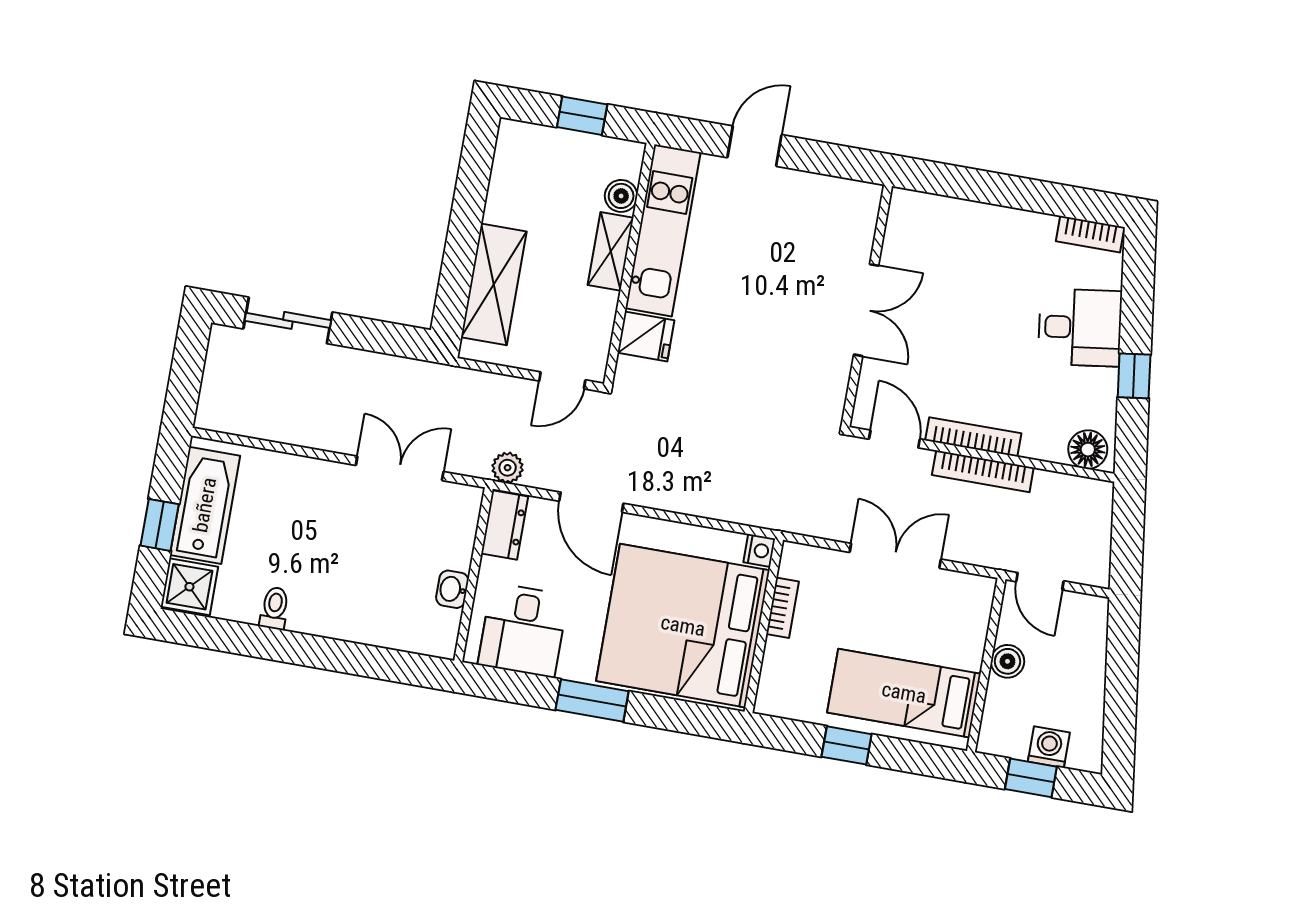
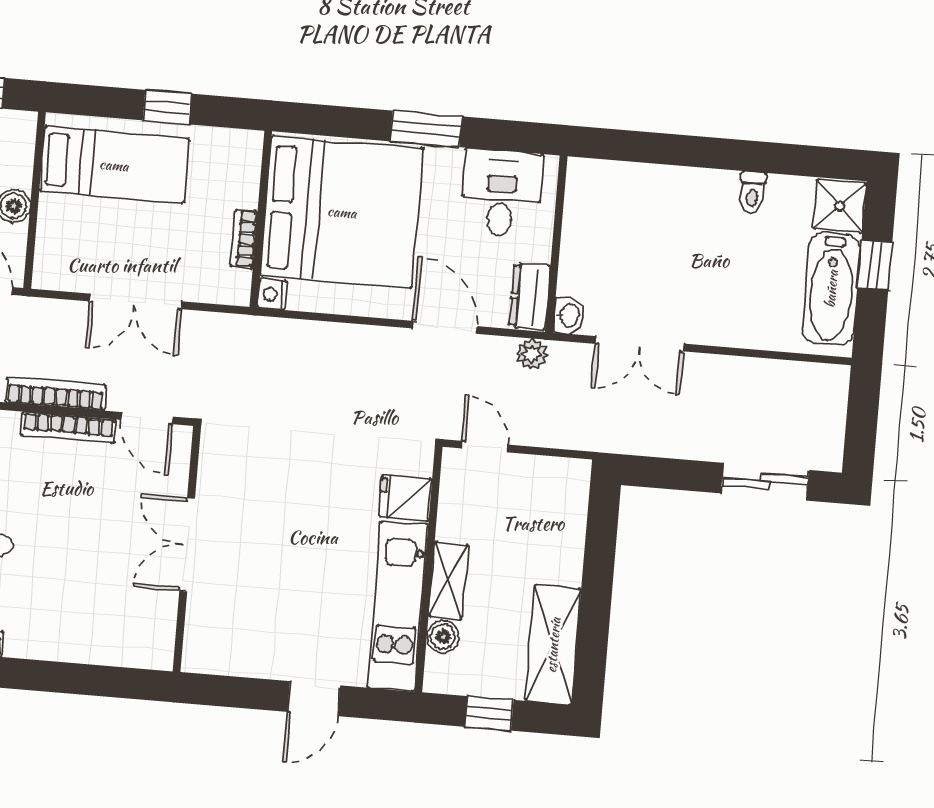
shelving: (494, 284) -> (553, 645), moved
door: (562, 380) -> (485, 447), hinge flipped
washbasin: (452, 589) -> (569, 316), moved

